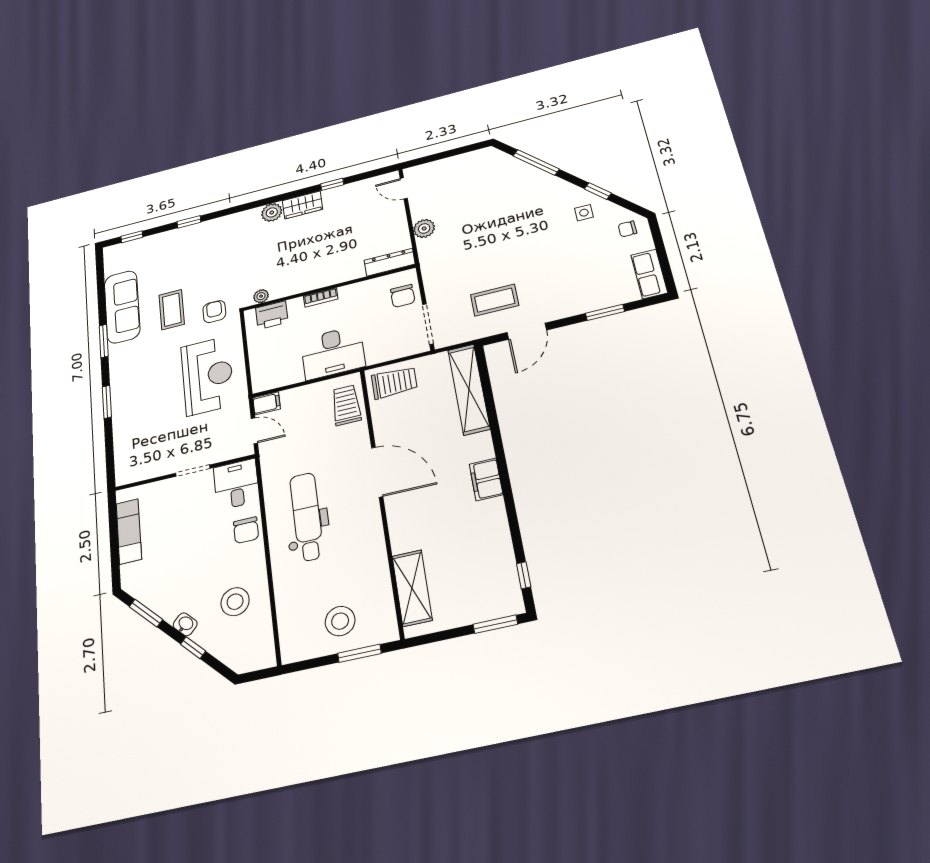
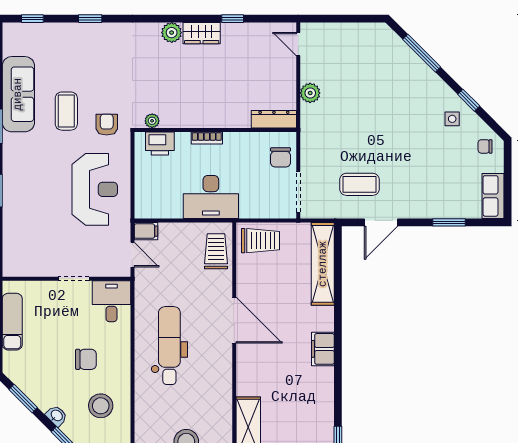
chair: (246, 530) -> (86, 359), moved, turned -90

